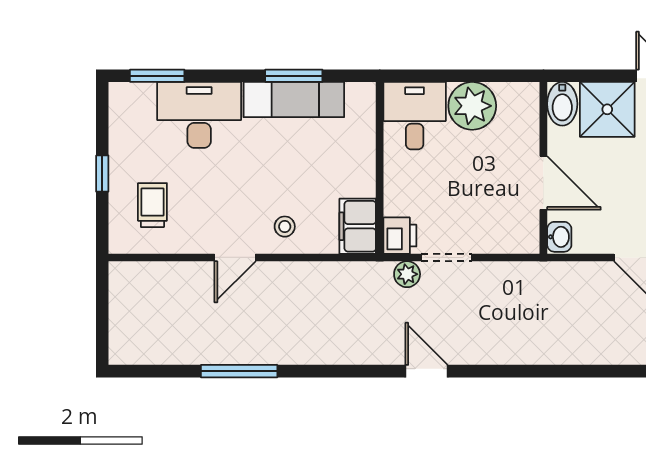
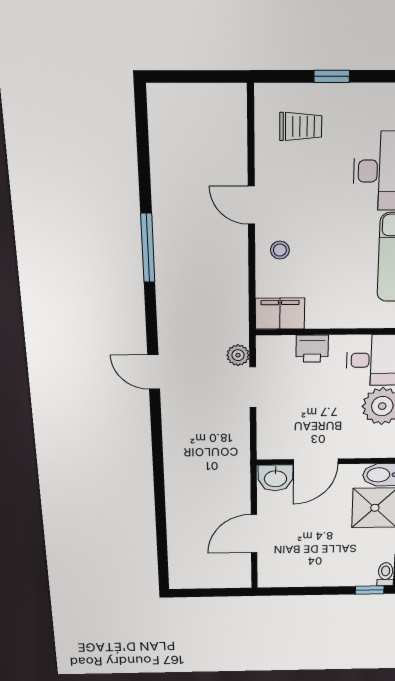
printer: (400, 236) -> (312, 349), moved
washbasin: (559, 237) -> (275, 478), width x1.38, depth x1.45
window: (239, 371) -> (148, 248), moved
door: (427, 371) -> (154, 372), swing flipped

